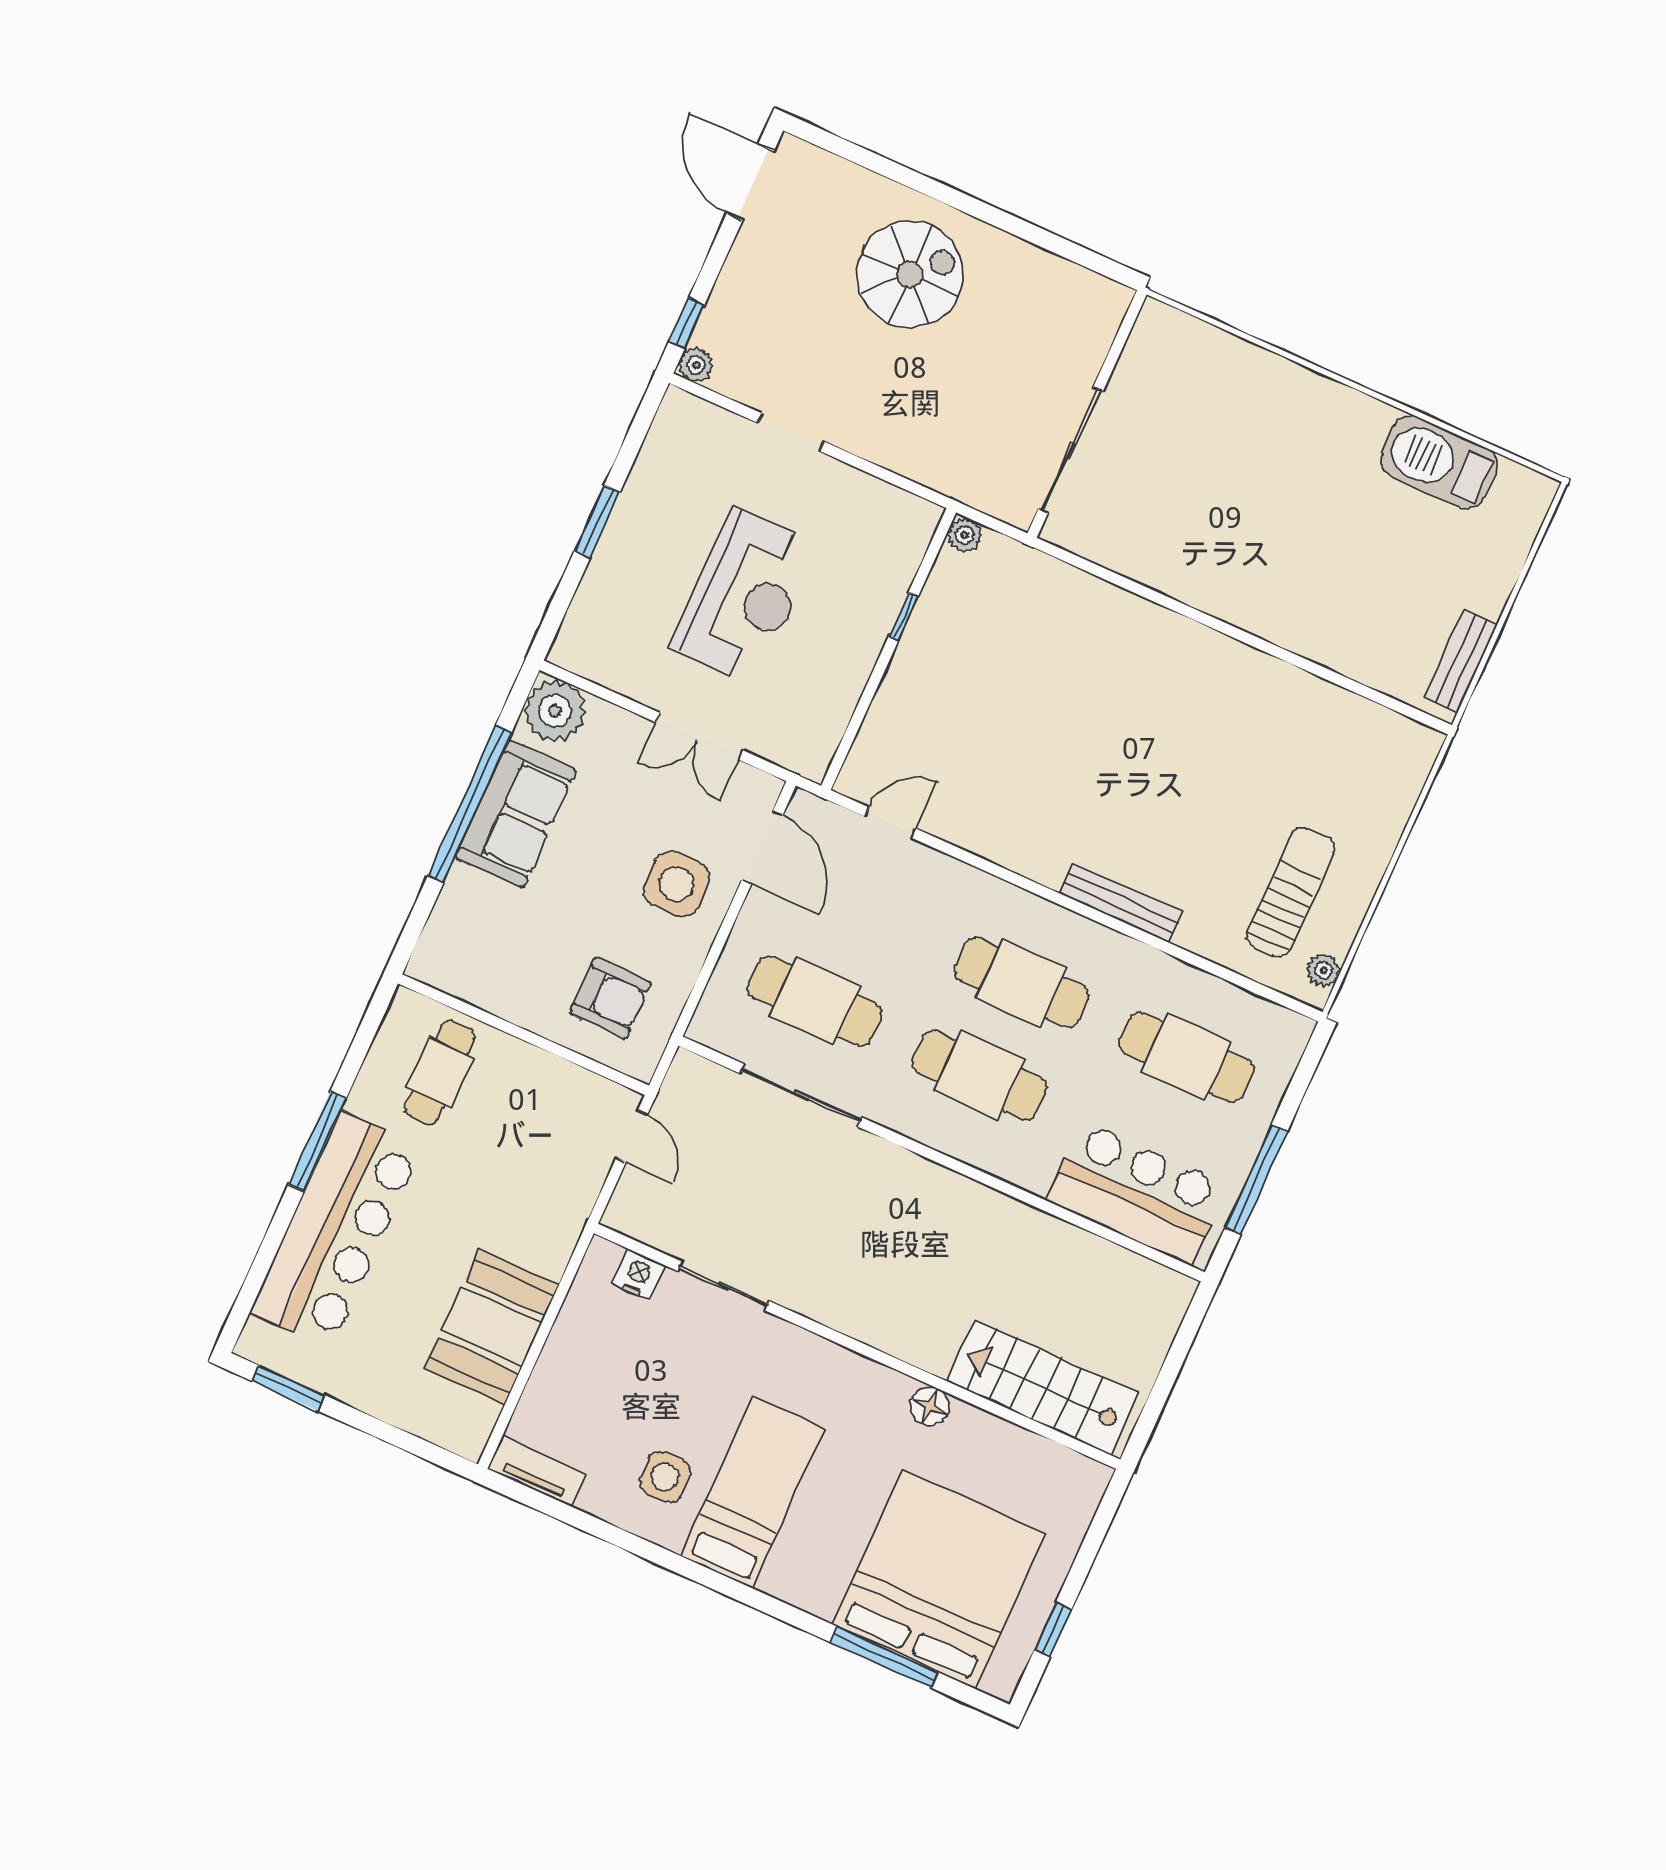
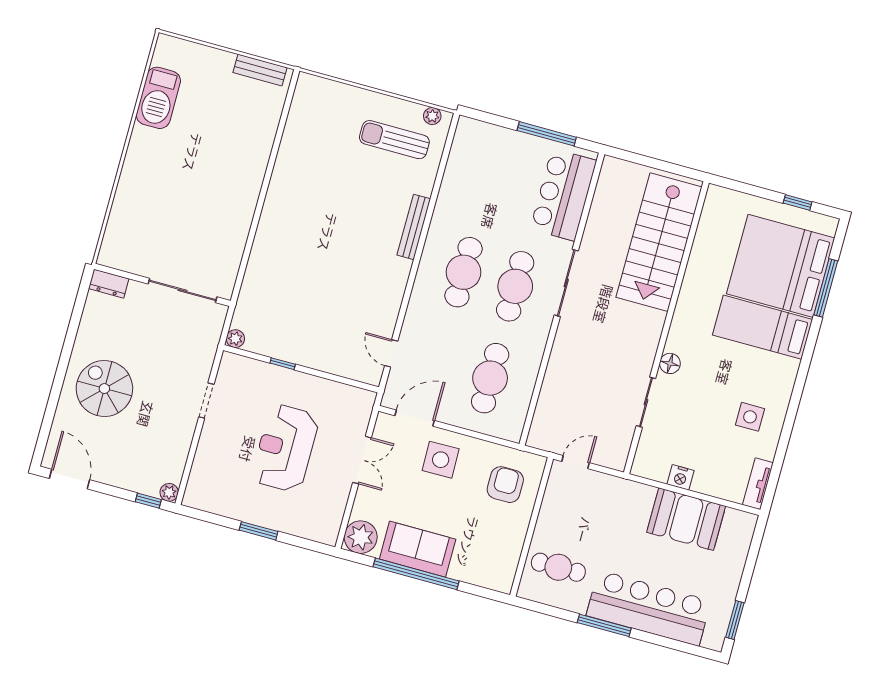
door: (750, 182) -> (69, 479), swing flipped
dresser: (1105, 314) -> (109, 284), added
doorway: (791, 432) -> (206, 401), moved
reception desk: (744, 596) -> (285, 448), turned -90
cafe table: (1186, 1057) -> (489, 180), removed
sliding door: (801, 1095) -> (566, 283), moved
nightstand: (638, 1275) -> (680, 477), moved, turned -90
stairs: (1042, 1387) -> (659, 242), width x1.36, depth x1.51
floor lamp: (930, 1406) -> (670, 363), moved
bed: (753, 1492) -> (763, 327), moved

